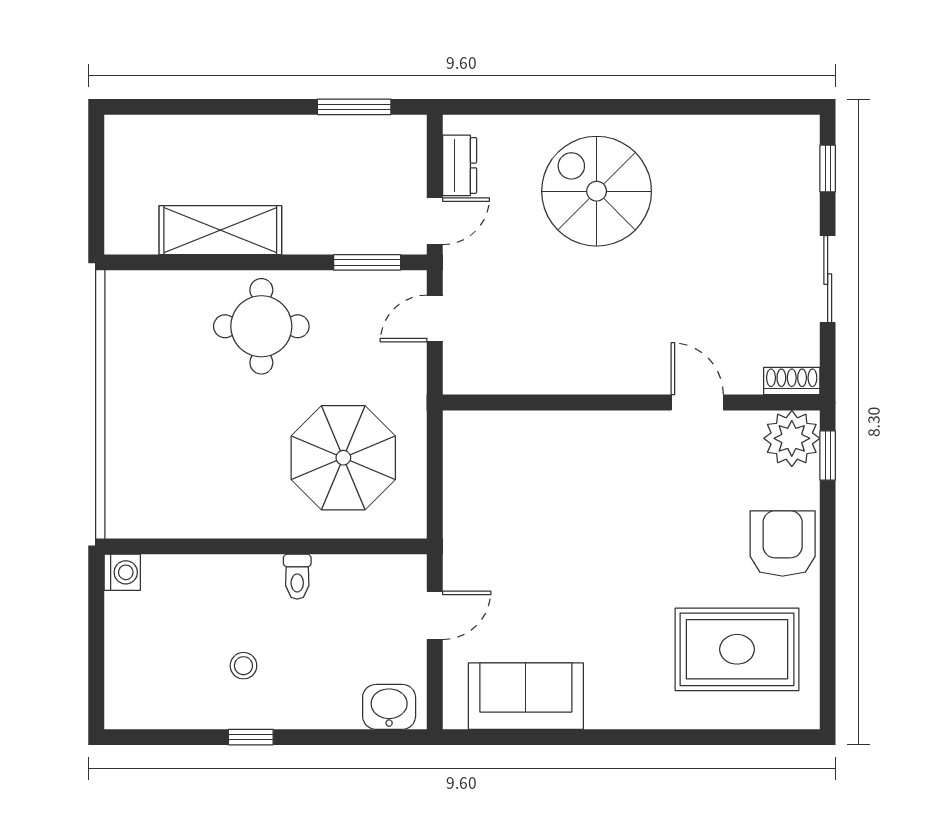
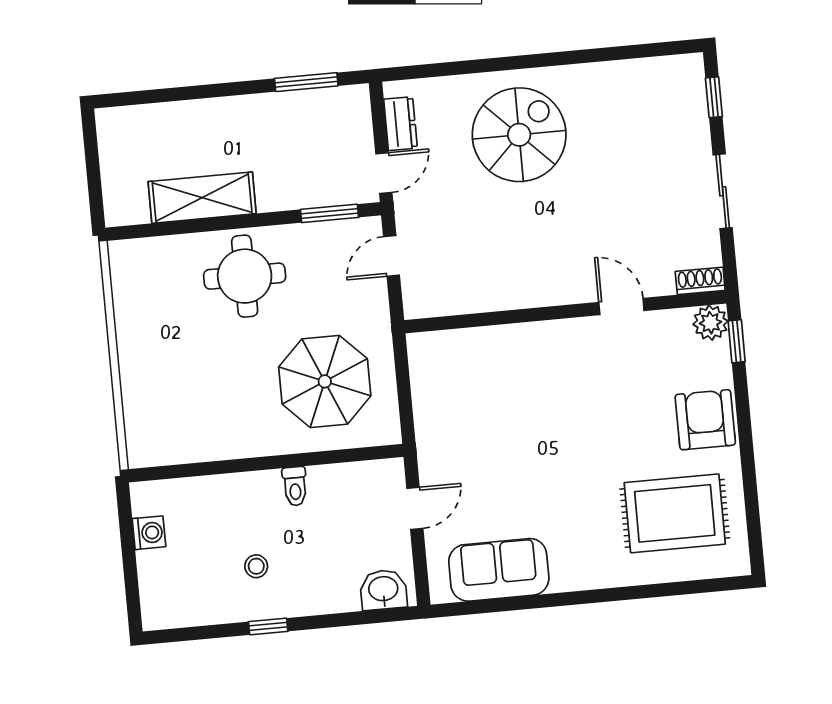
spiral stairs: (597, 191) -> (519, 135), turned 90
plant: (792, 438) -> (711, 323), width x0.73, depth x0.73
washing machine: (122, 572) -> (149, 533), moved

